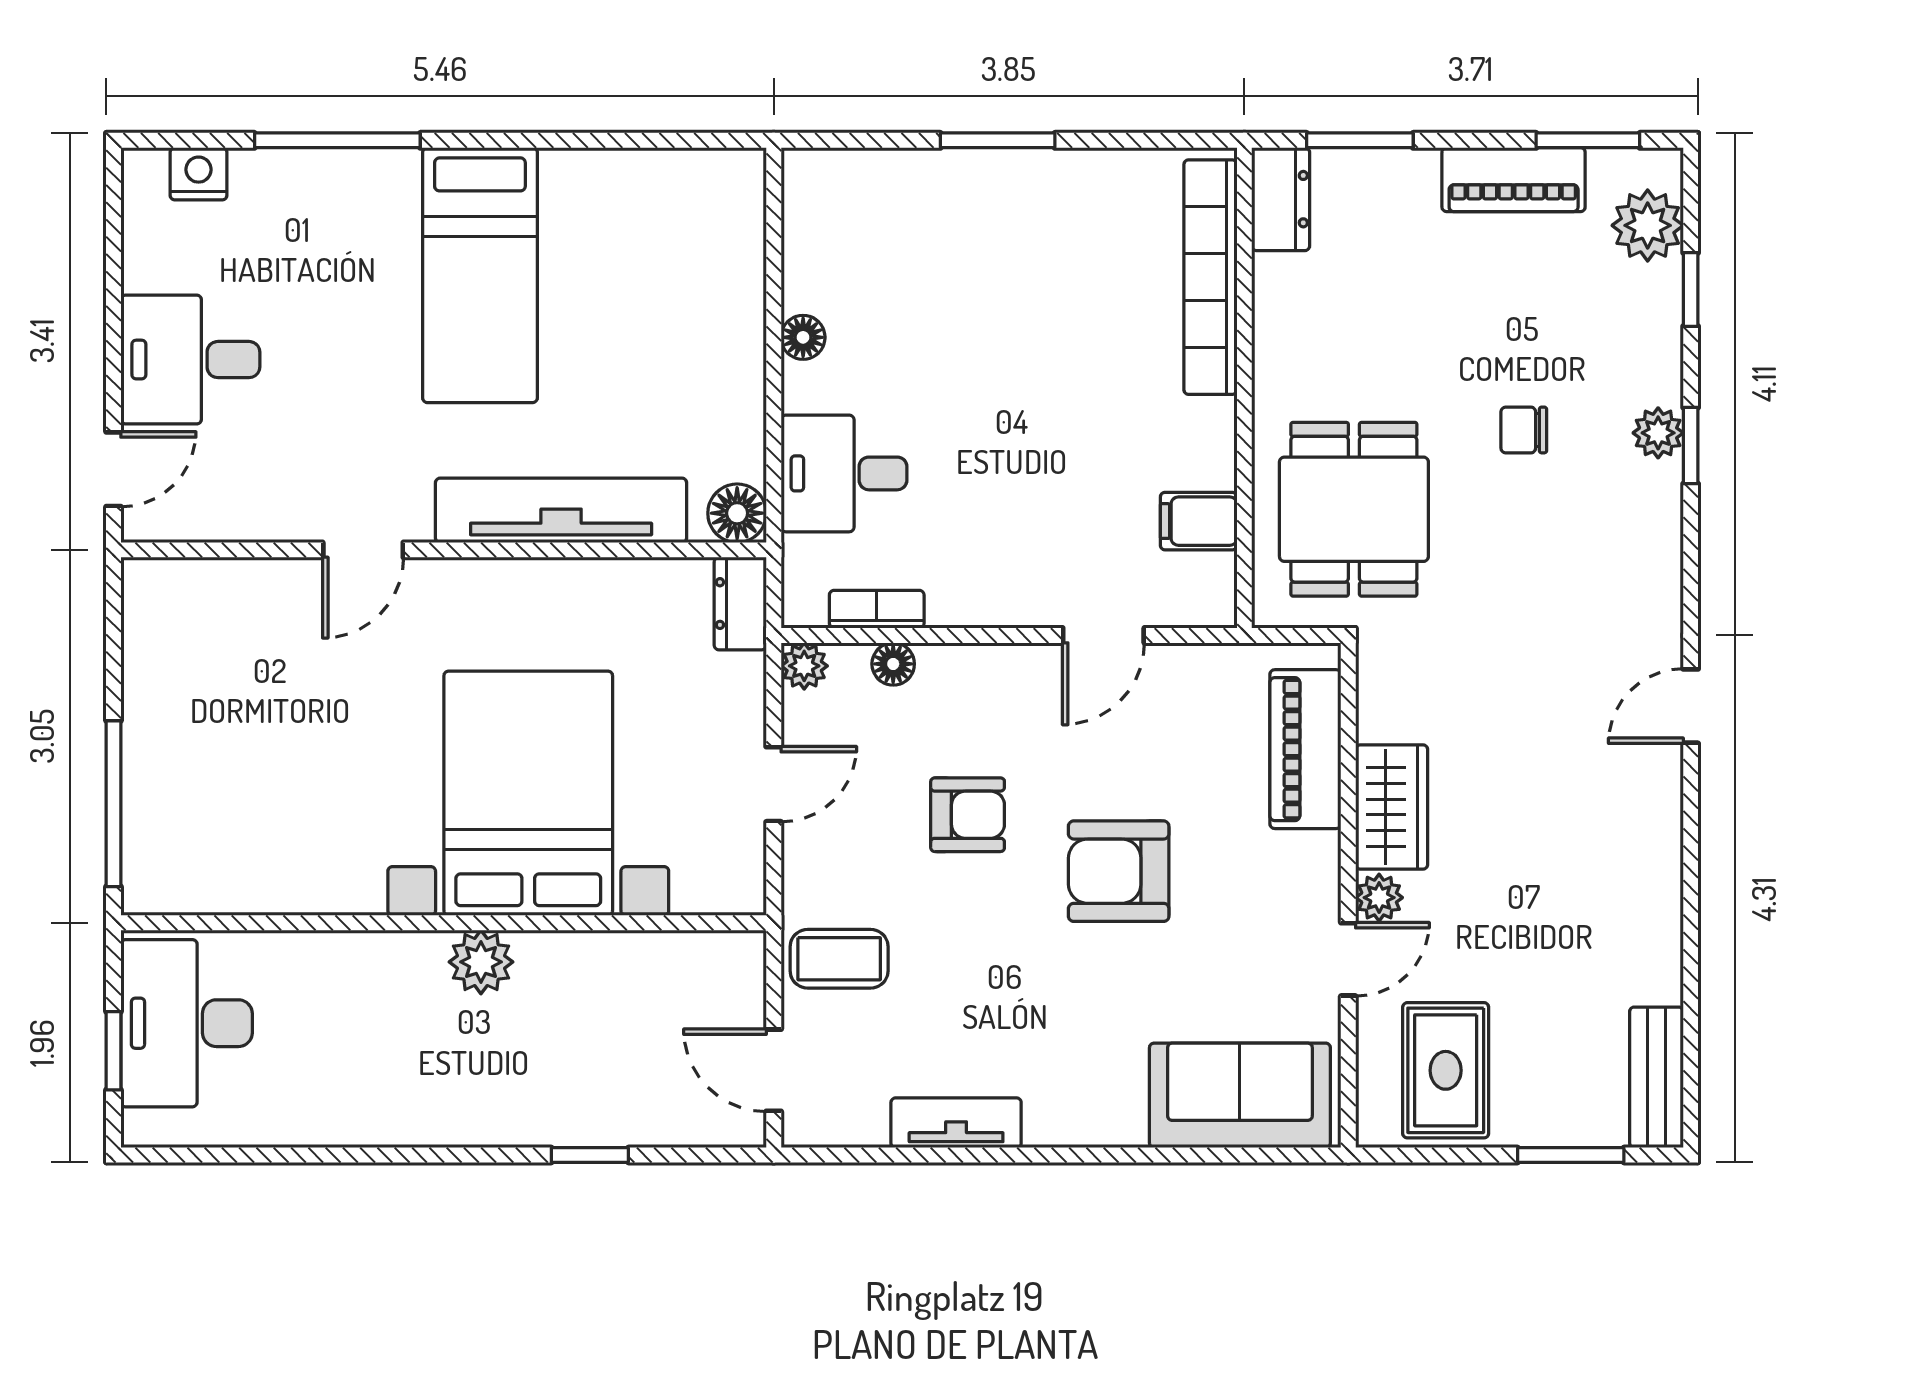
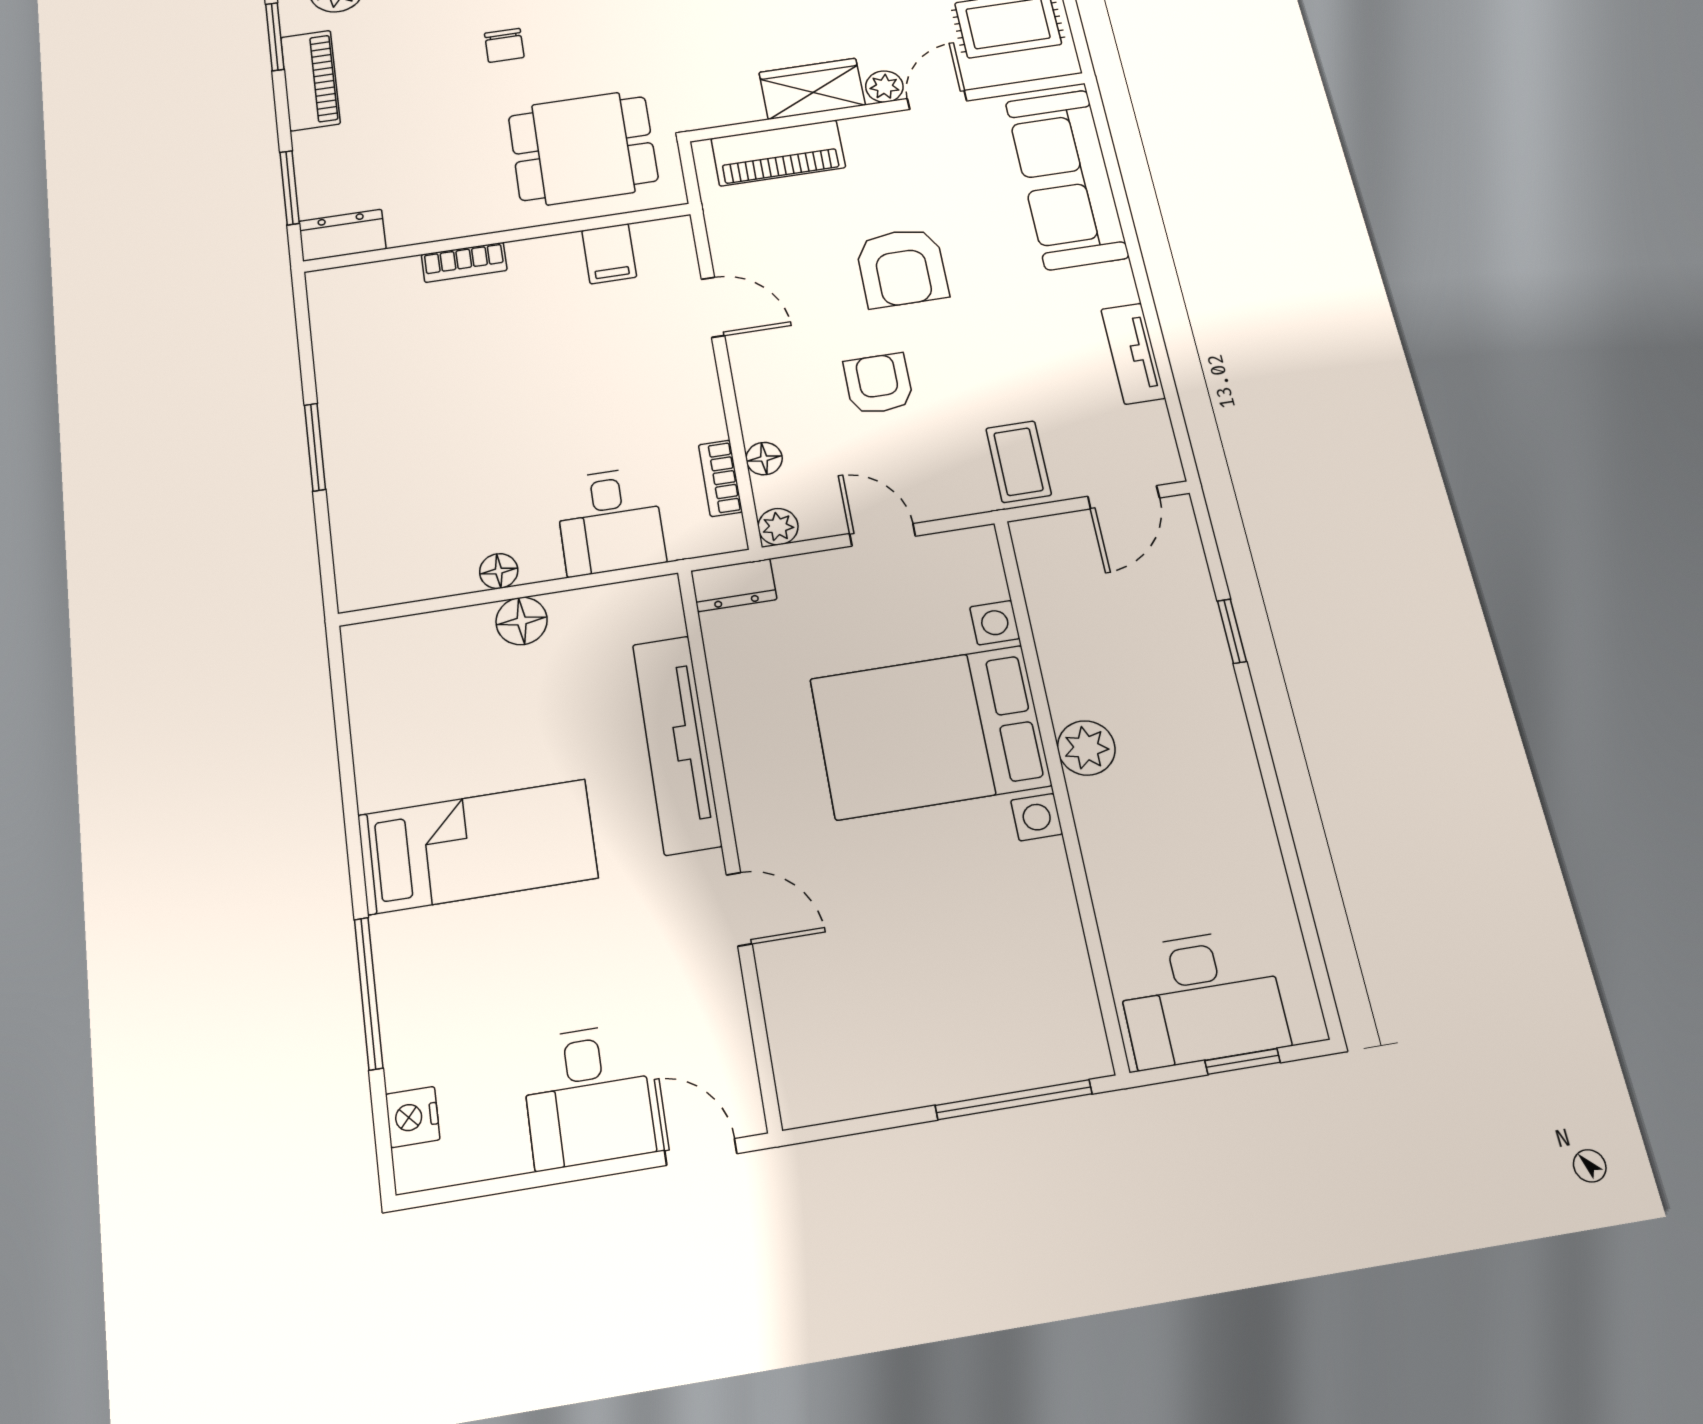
bookcase: (1210, 277) -> (464, 262), width x0.43, depth x0.76
floor lamp: (737, 513) -> (522, 621), moved
door: (1348, 959) -> (937, 100), hinge flipped
sofa: (1240, 1095) -> (1066, 179), width x1.36

